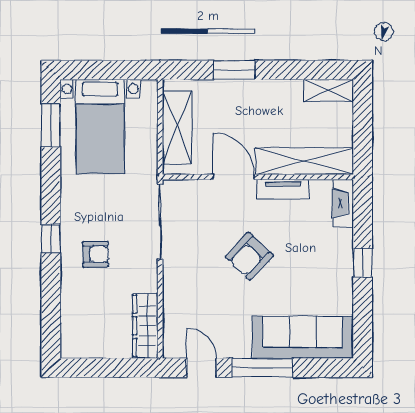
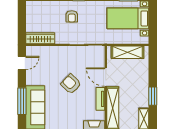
window: (234, 70) -> (153, 96), moved
door: (234, 177) -> (106, 77), swing flipped
window: (262, 368) -> (22, 101), moved

